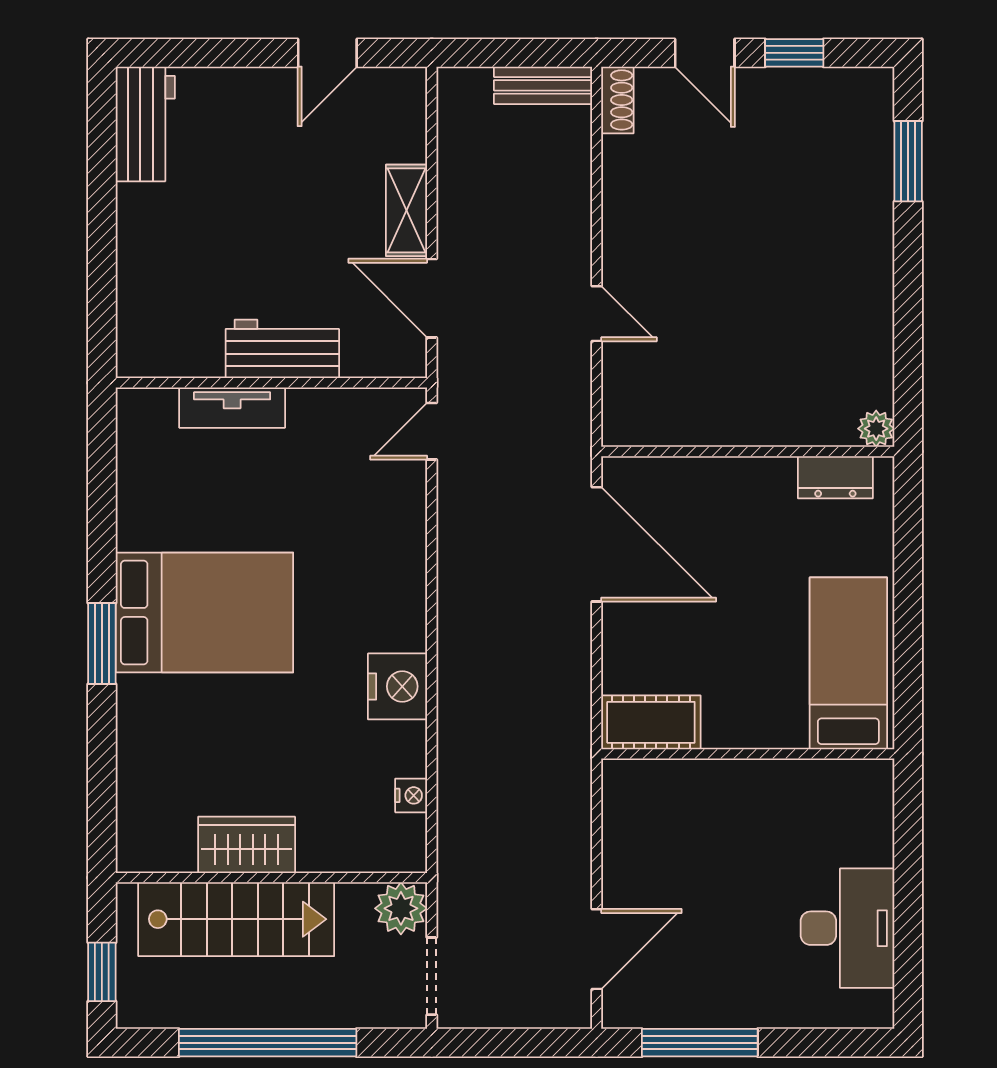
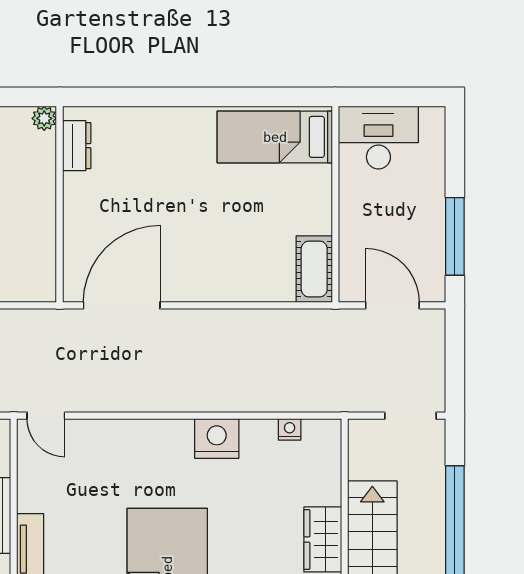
bed: (848, 663) -> (275, 137), moved
cot: (651, 722) -> (314, 269), moved
wall: (748, 754) -> (335, 204), moved
plant: (401, 908) -> (365, 436), removed

